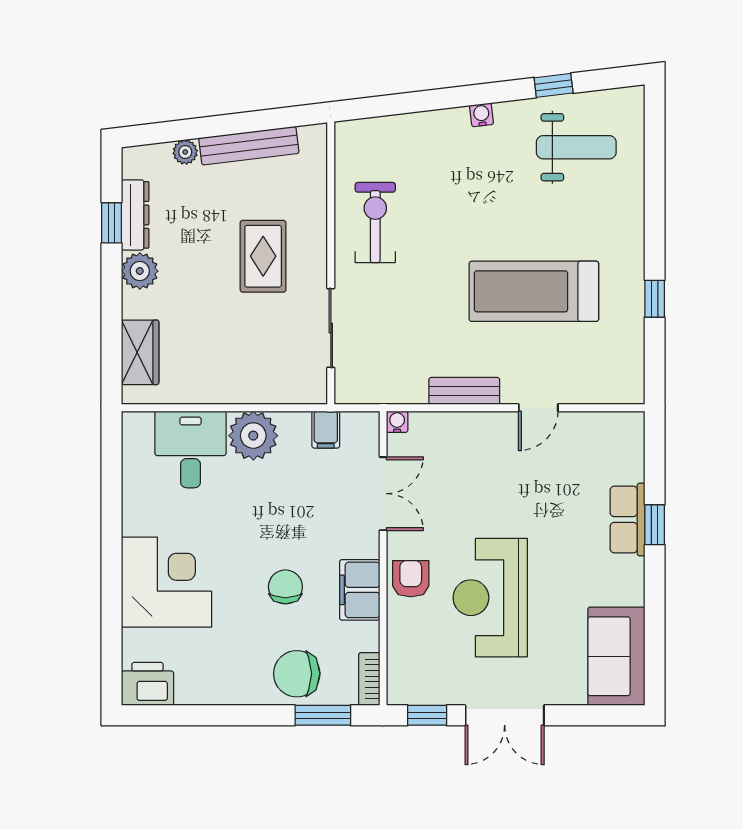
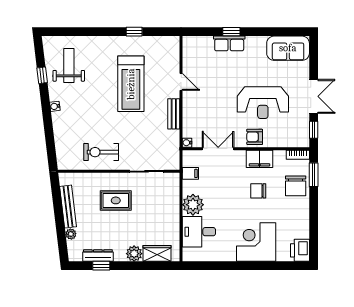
plant: (140, 271) -> (134, 254), moved

